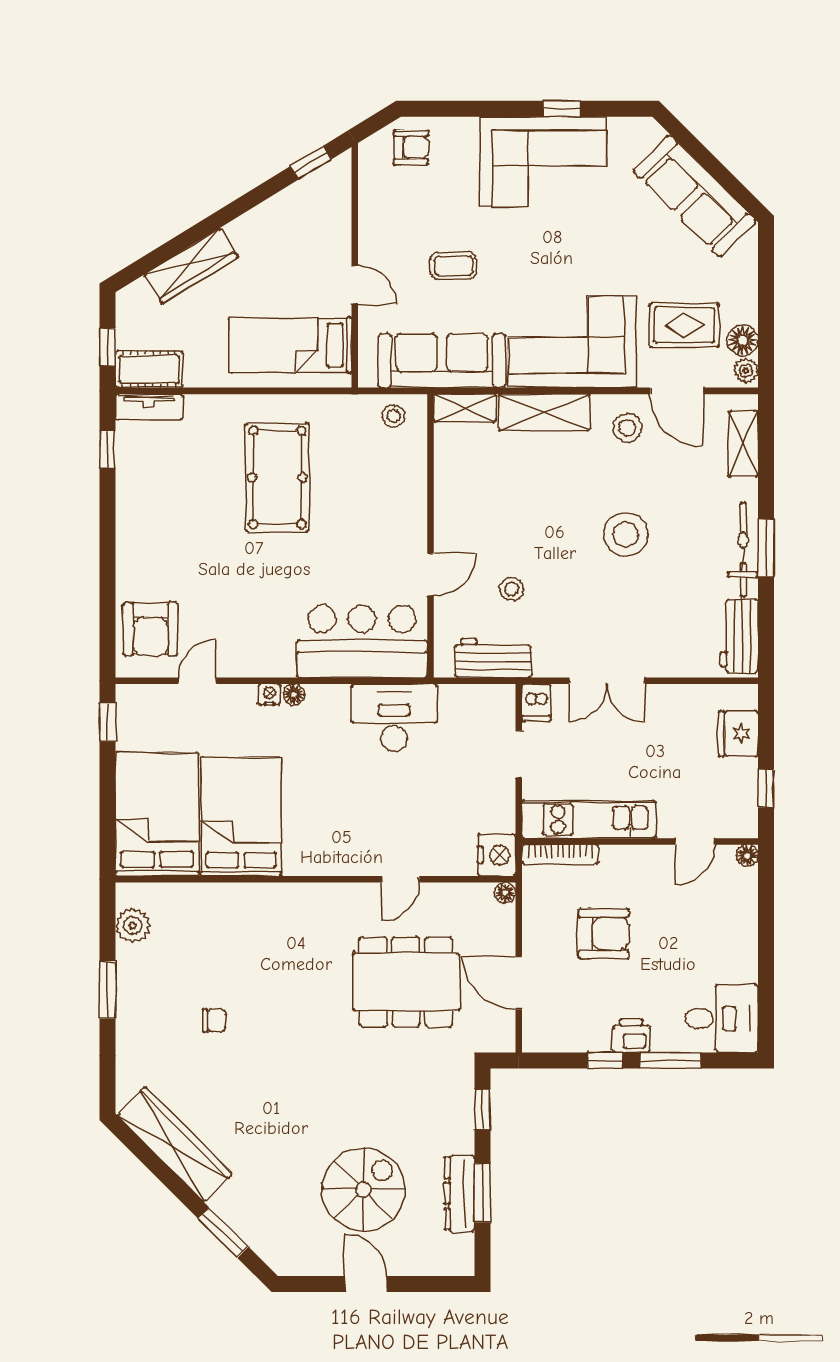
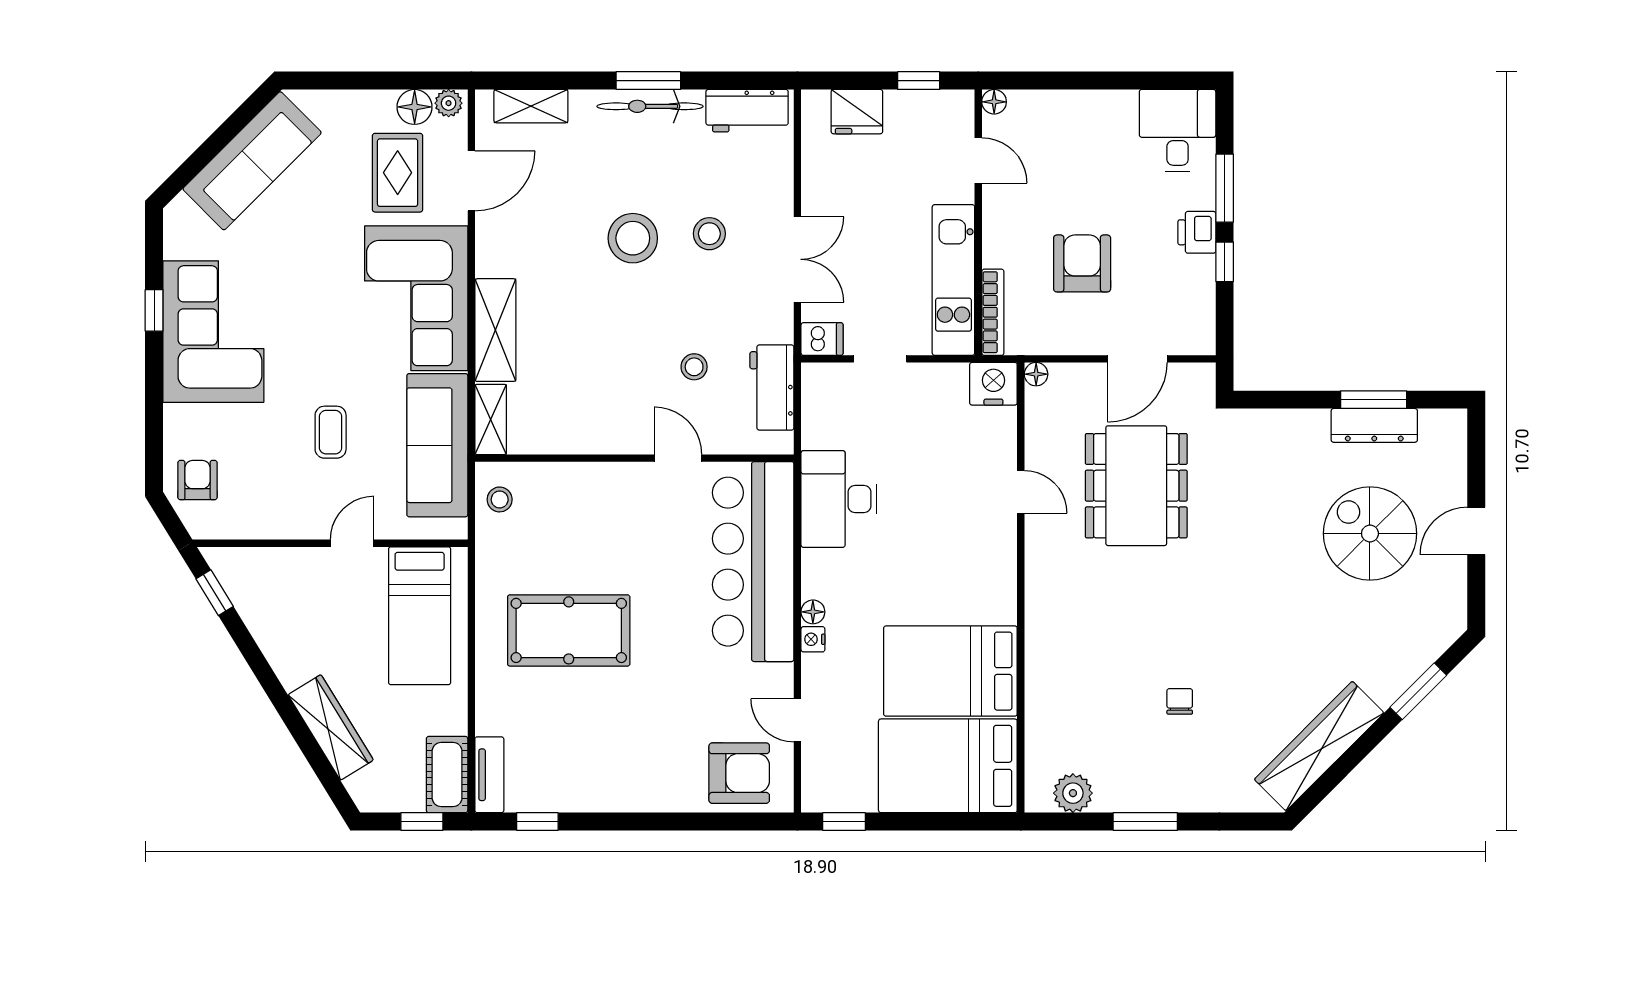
stool: (627, 428) -> (709, 234), moved
bar counter: (362, 641) -> (753, 562), width x1.36
window: (482, 1109) -> (1280, 400), removed

